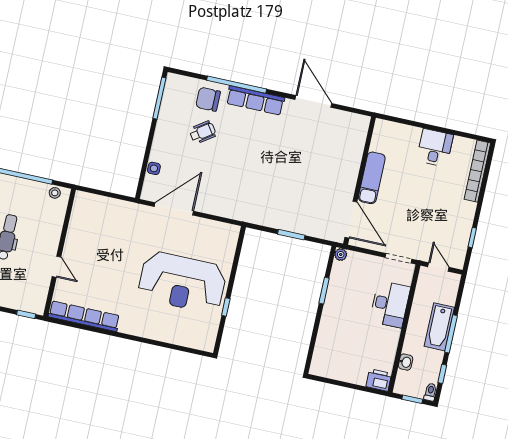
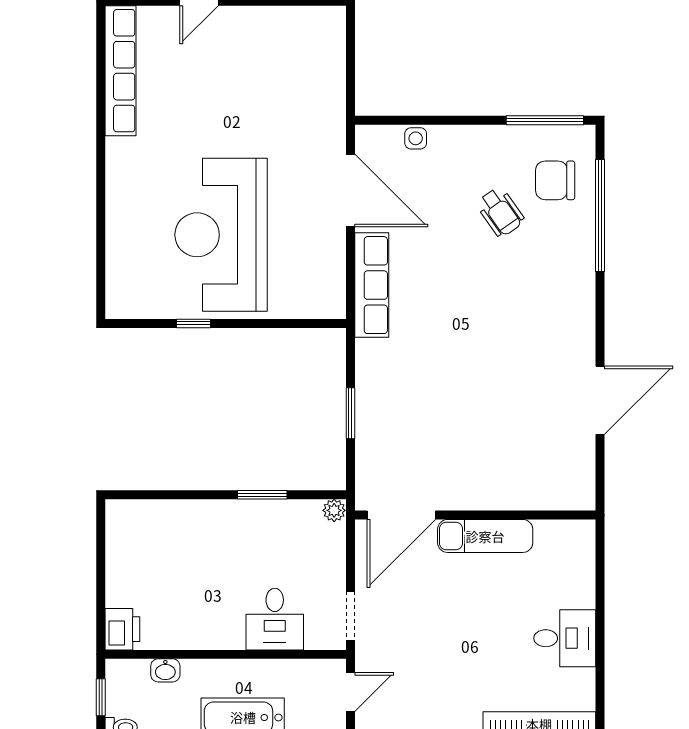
window: (237, 85) -> (600, 215), moved
chair: (208, 99) -> (555, 180), moved, turned -90
row of seats: (255, 101) -> (372, 285), moved, turned 180
desk: (390, 304) -> (275, 619), width x0.73

